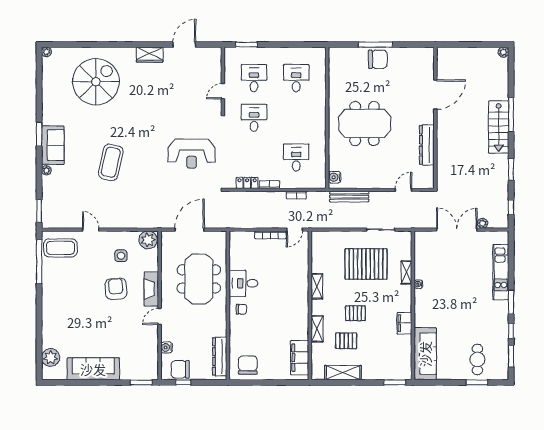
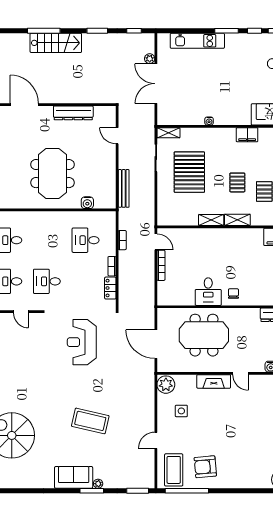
window: (39, 134) -> (92, 491), moved
reception desk: (192, 154) -> (82, 342), turned 180
water cooler: (335, 177) -> (87, 203), moved
shelving: (406, 273) -> (168, 133), moved
armchair: (116, 289) -> (205, 467), moved
shelving: (317, 329) -> (237, 220), moved

